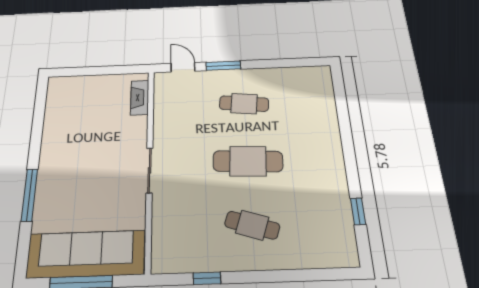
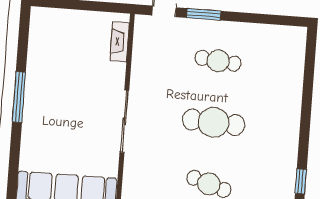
sliding door: (150, 170) -> (124, 121), width x1.37
window: (29, 195) -> (19, 97), moved

